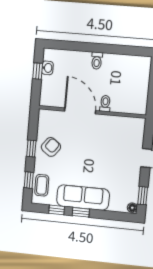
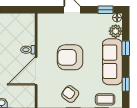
armchair: (92, 151) -> (70, 57), added
plant: (117, 205) -> (116, 31), added
window: (81, 212) -> (126, 48), moved

